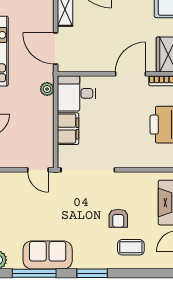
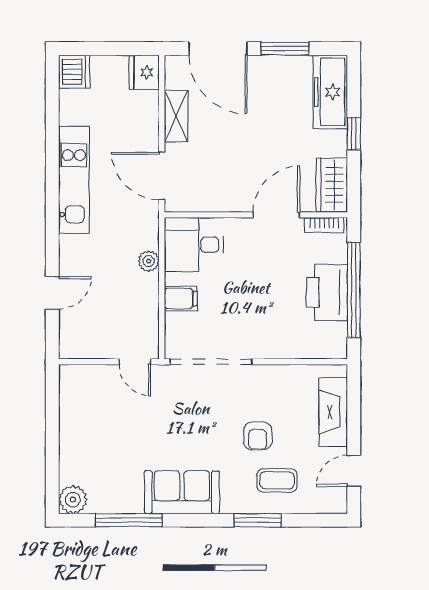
plant: (47, 89) -> (149, 261), moved
filing cabinet: (68, 129) -> (181, 299), width x0.50
sofa: (48, 255) -> (182, 492), moved
window: (92, 273) -> (258, 520), moved

